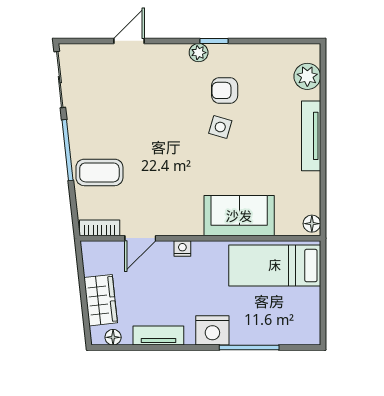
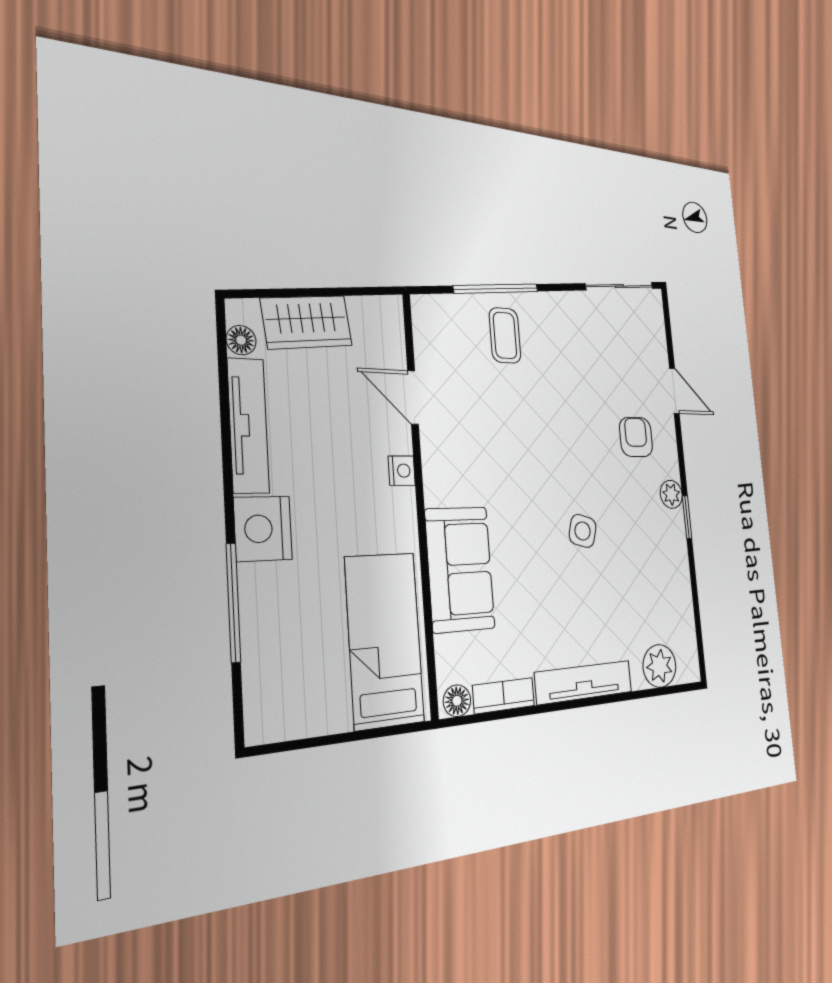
armchair: (225, 90) -> (636, 437), moved
window: (68, 150) -> (496, 289), moved
coffee table: (99, 172) -> (505, 335), width x0.73, depth x0.77
bookcase: (100, 228) -> (504, 696), moved, turned -90
tv unit: (158, 336) -> (248, 425), width x1.41

